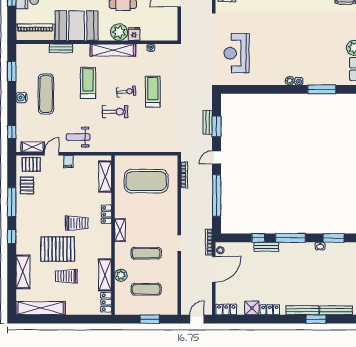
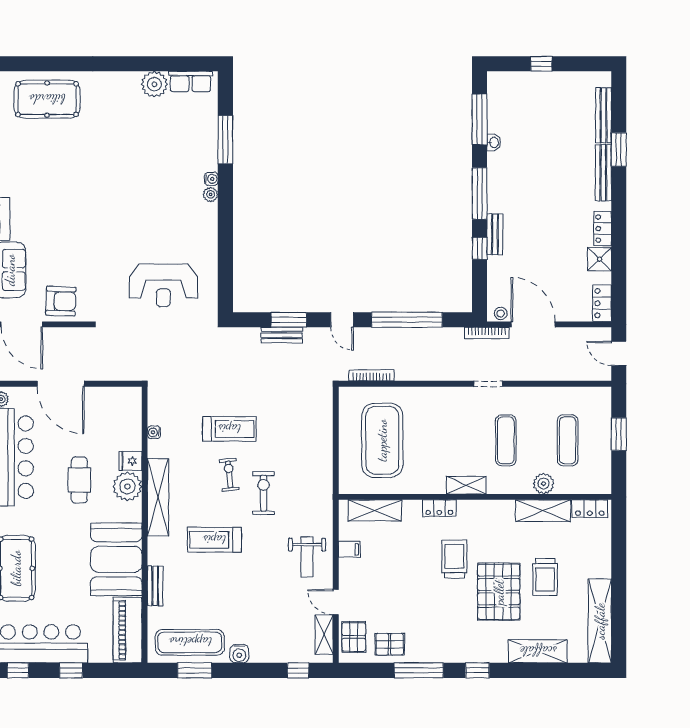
treadmill: (153, 92) -> (229, 429), turned 180
exercise mat: (46, 94) -> (190, 642), moved
filing cabinet: (68, 162) -> (349, 549), moved
window: (334, 238) -> (480, 119), width x1.44

